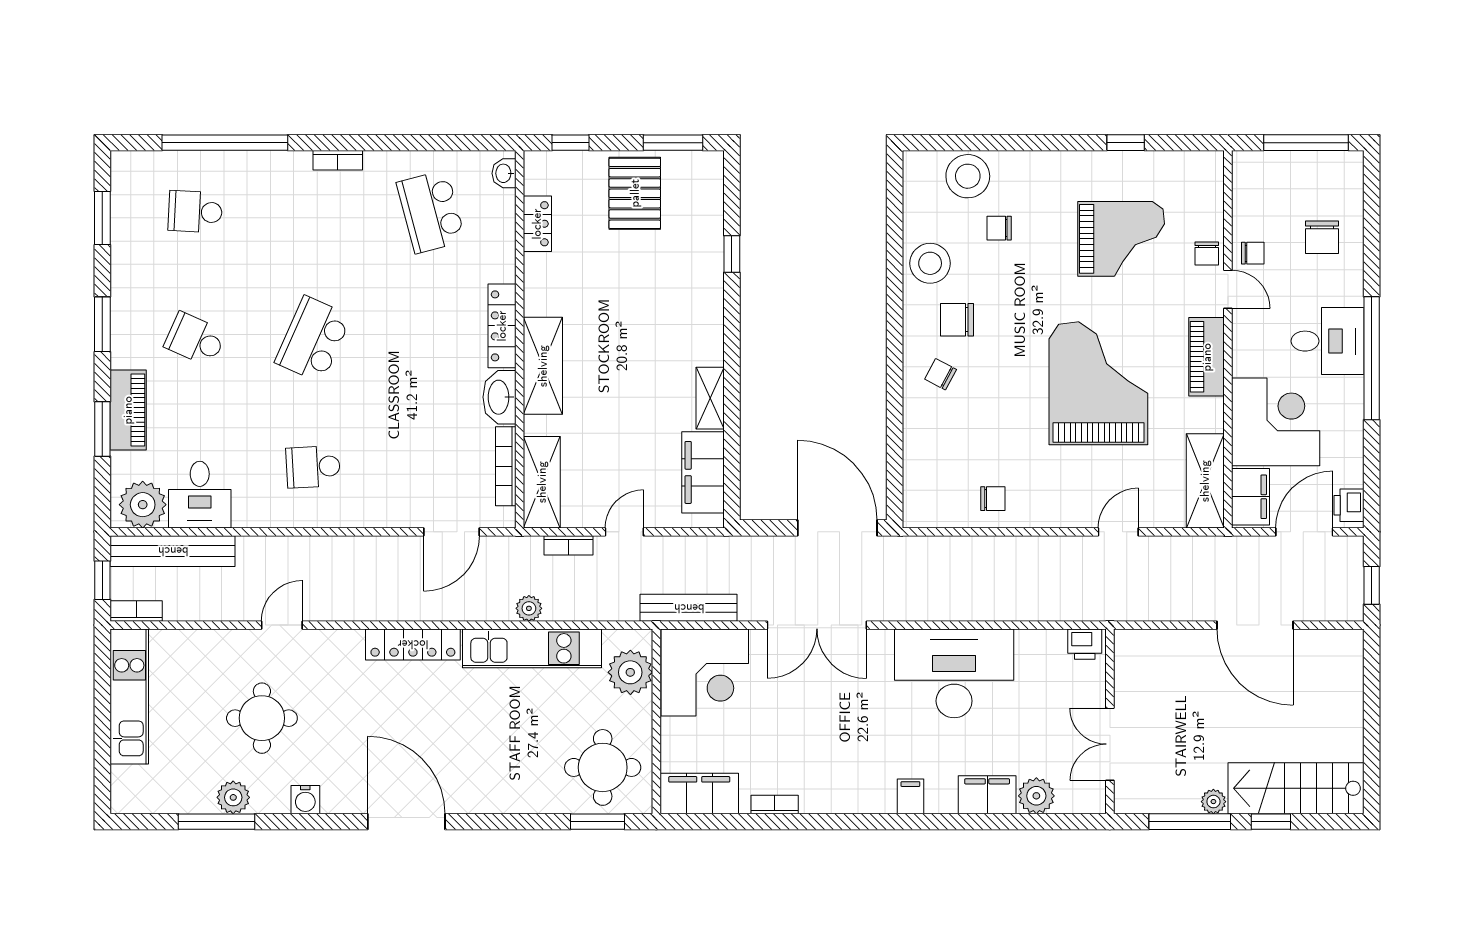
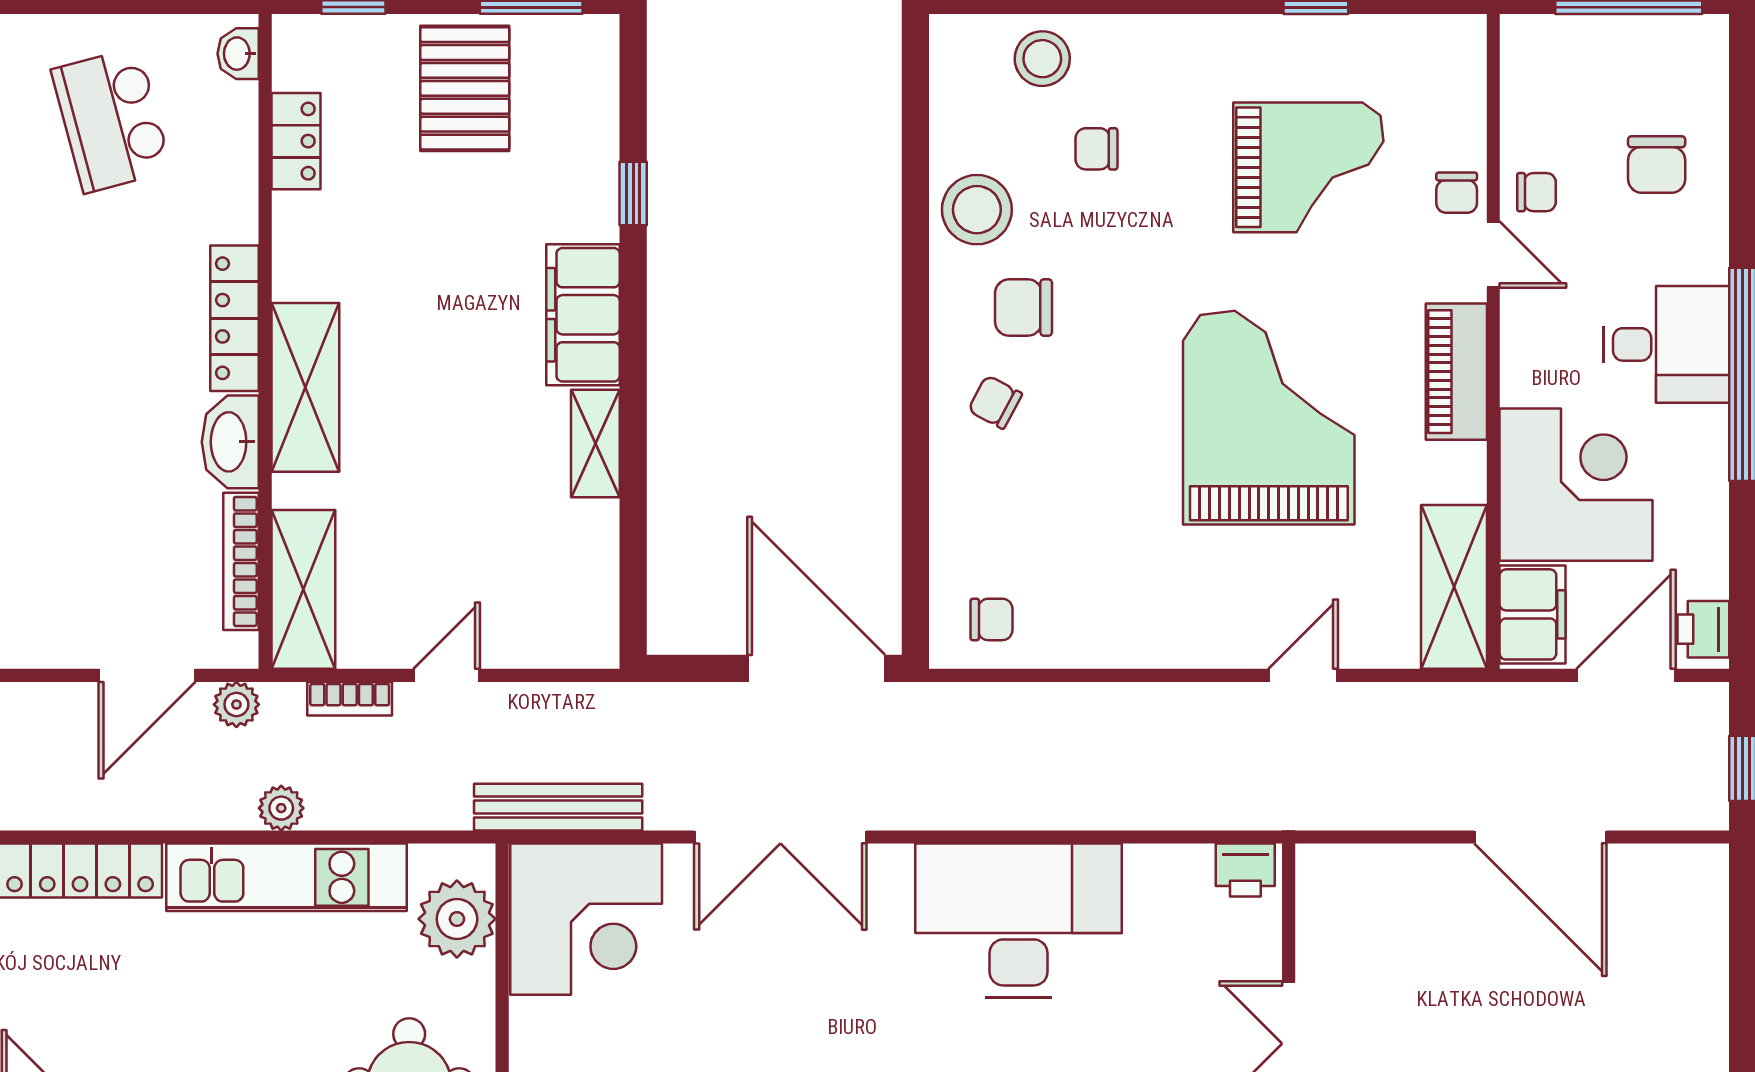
stool: (968, 176) -> (1042, 59), width x0.73, depth x0.73
filing cabinet: (703, 472) -> (583, 315), moved
chair: (993, 499) -> (991, 619), moved
plant: (503, 549) -> (236, 704), added

